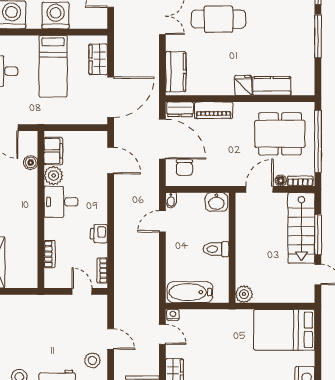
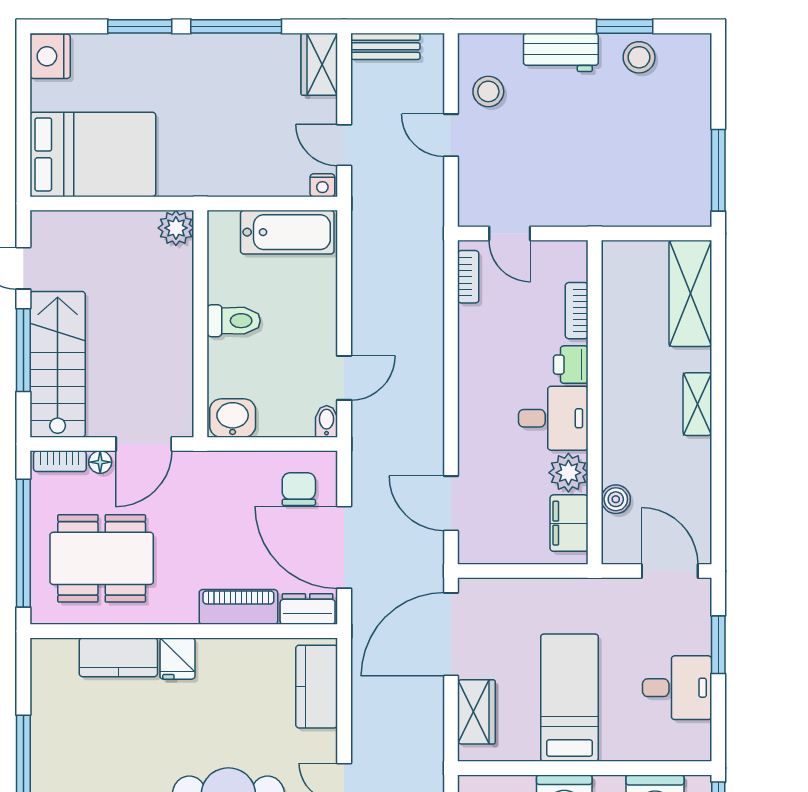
printer: (99, 234) -> (571, 365), moved, turned 180

